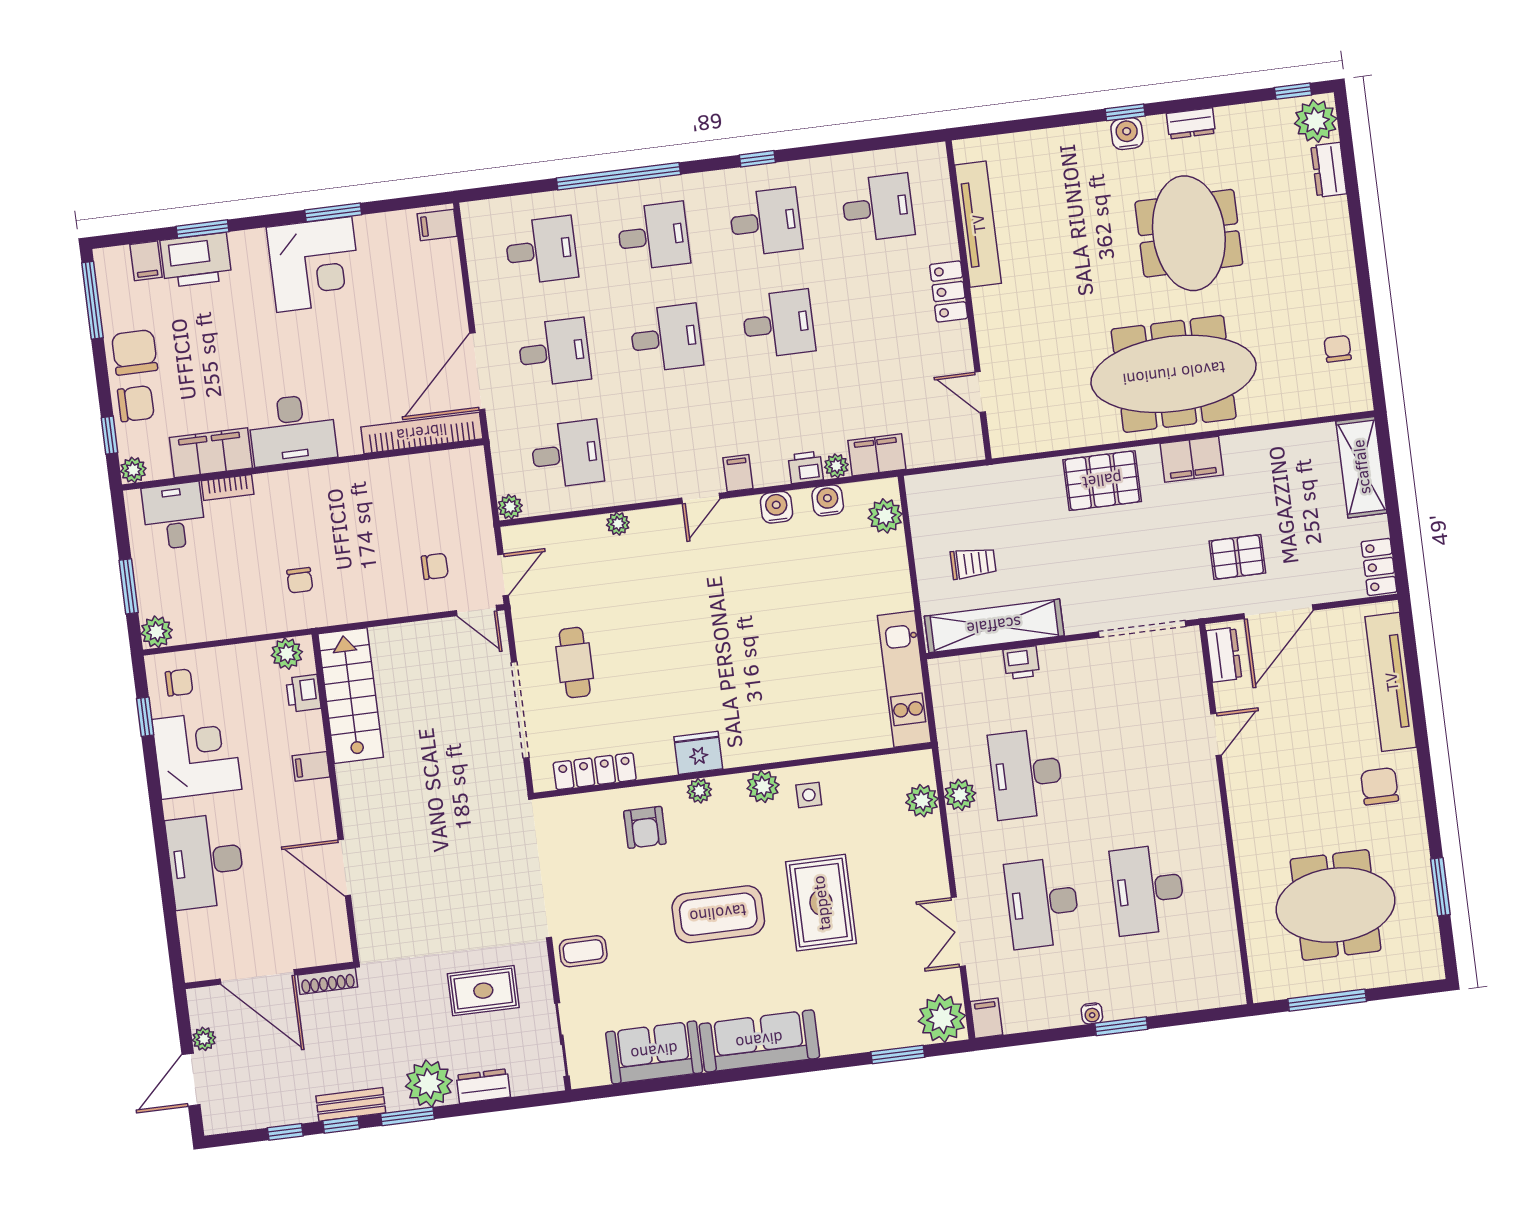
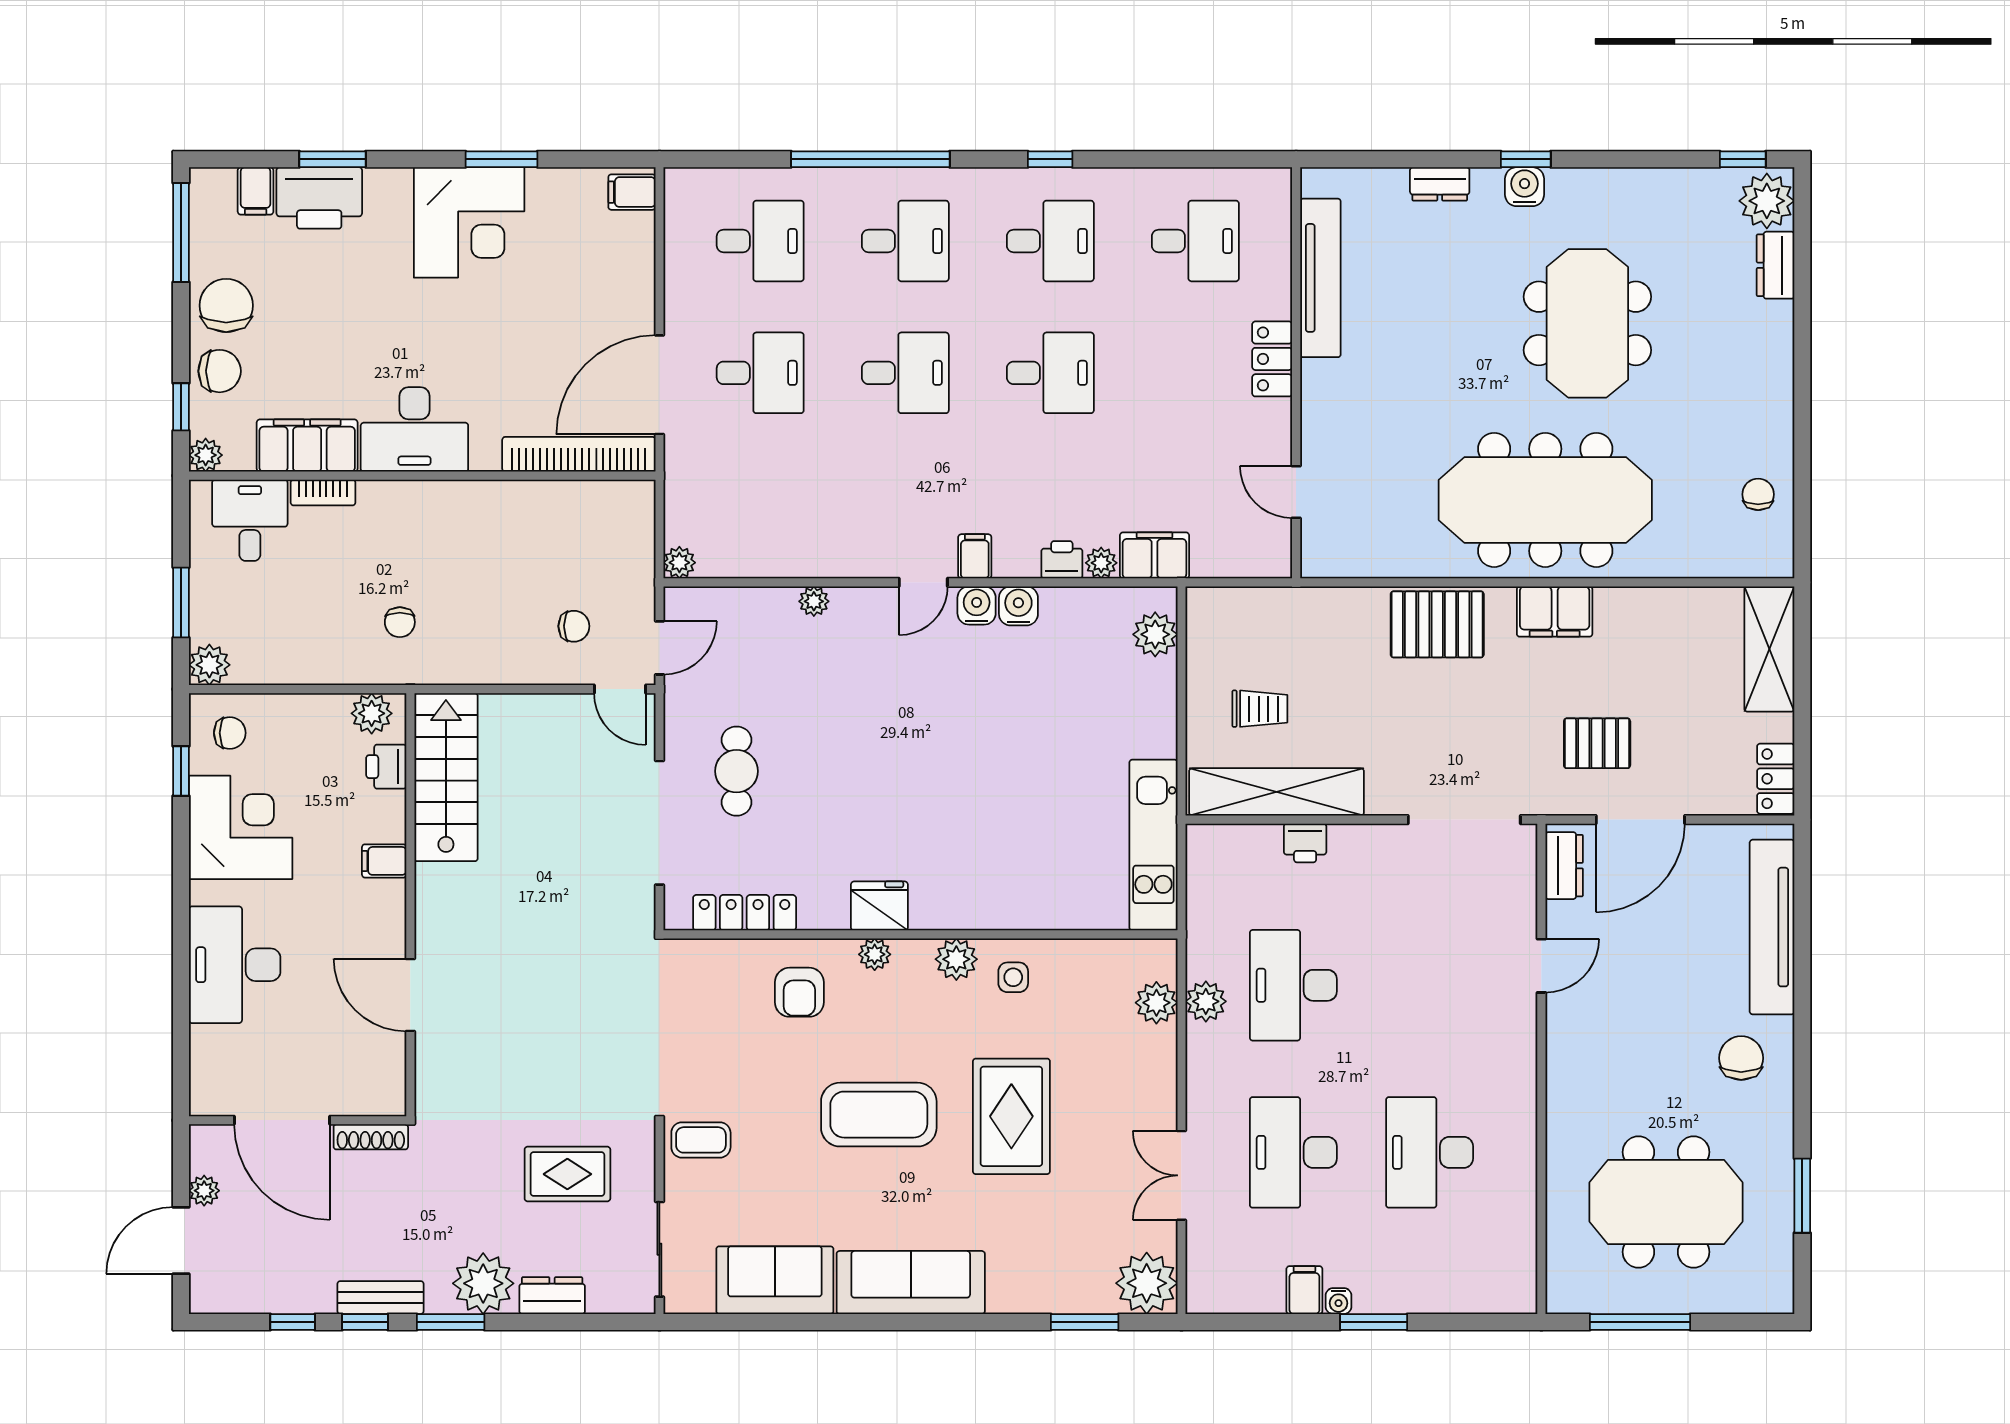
dresser: (1191, 123) -> (1440, 184), moved
desk: (567, 454) -> (760, 505), removed
water cooler: (828, 500) -> (977, 605), moved
filing cabinet: (986, 1018) -> (1304, 1290), moved

